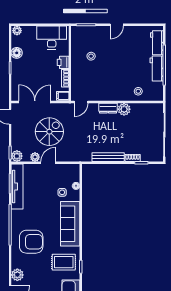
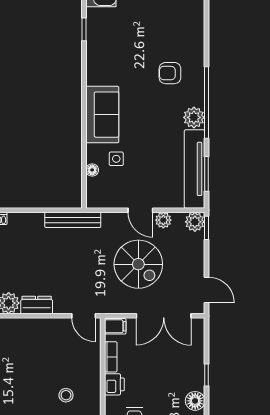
door: (81, 102) -> (84, 316), swing flipped
spiral stairs: (49, 132) -> (138, 264), turned -90
bench: (108, 157) -> (73, 220), moved
door: (48, 163) -> (140, 210), hinge flipped
sofa: (70, 224) -> (102, 115), width x0.73
armchair: (31, 242) -> (170, 73), width x0.53, depth x0.53
rug: (64, 262) -> (113, 38), removed
plant: (17, 275) -> (194, 117), moved

